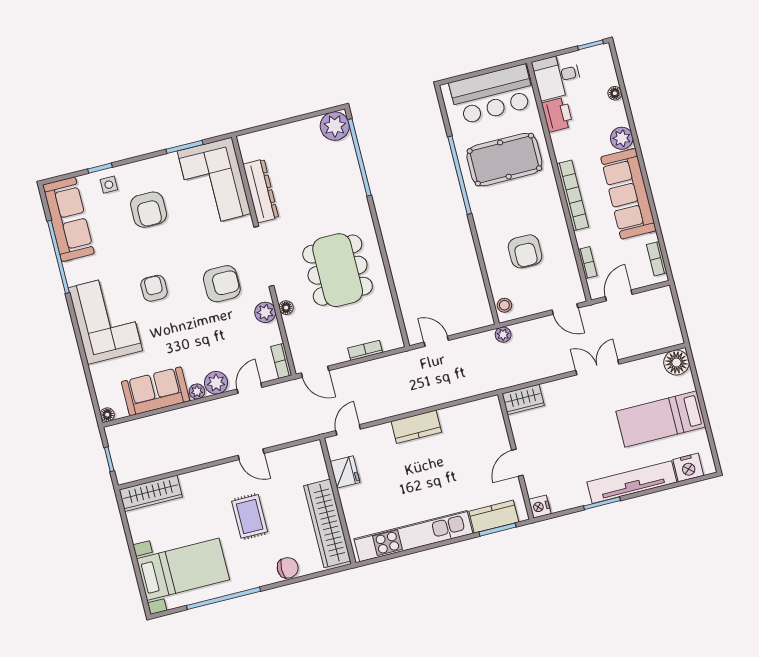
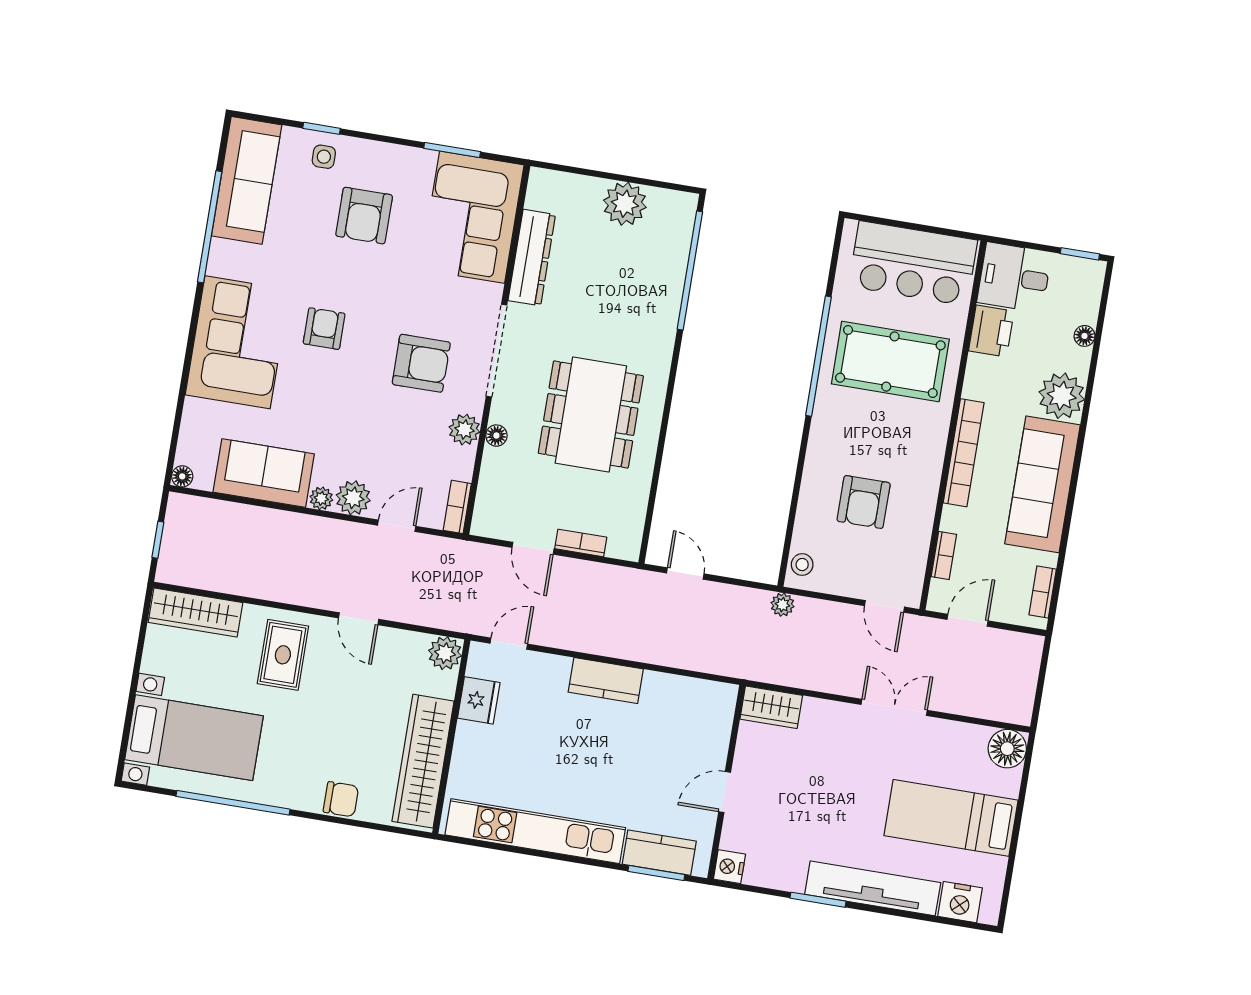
plant: (335, 126) -> (625, 204), moved
plant: (622, 138) -> (1062, 396), width x1.36, depth x1.36
door: (315, 372) -> (533, 548), moved
plant: (312, 452) -> (445, 653), added
rug: (250, 516) -> (283, 655), moved

